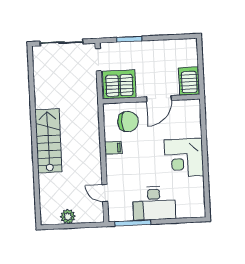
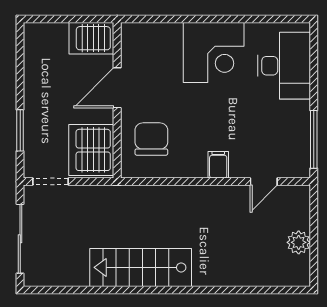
door: (159, 99) -> (117, 88), swing flipped
stairs: (48, 141) -> (141, 267), moved
filing cabinet: (113, 148) -> (218, 165), moved
desk: (154, 203) -> (284, 66), moved

